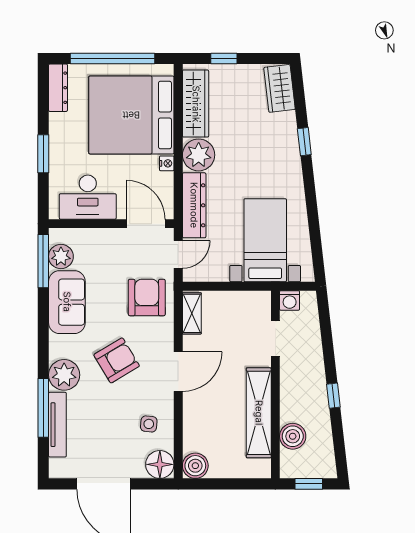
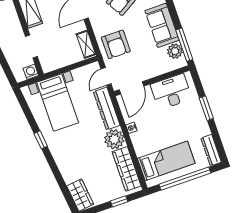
bed: (131, 115) -> (166, 161), width x0.49
window: (304, 142) -> (41, 140), moved
door: (146, 224) -> (132, 88), hinge flipped

